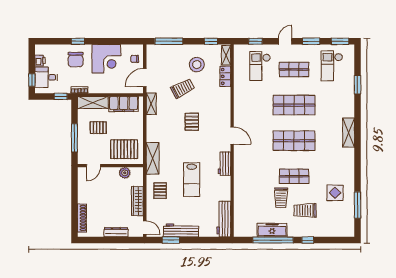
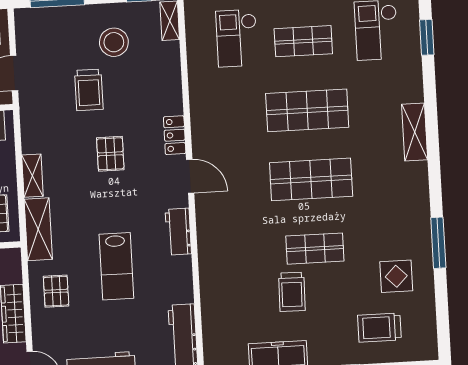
locker: (225, 76) -> (175, 135), moved
window: (357, 85) -> (427, 37), moved
trolley: (183, 88) -> (89, 90), turned 118
shelving: (151, 104) -> (32, 176), moved
shelving: (349, 133) -> (415, 132), moved
window: (357, 205) -> (438, 243), moved
trolley: (305, 210) -> (379, 328), moved

